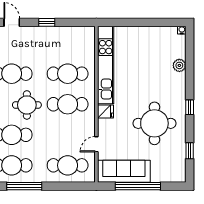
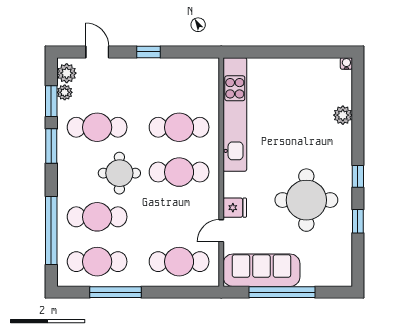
fridge: (106, 111) -> (235, 208), moved
window: (190, 151) -> (358, 221), moved

